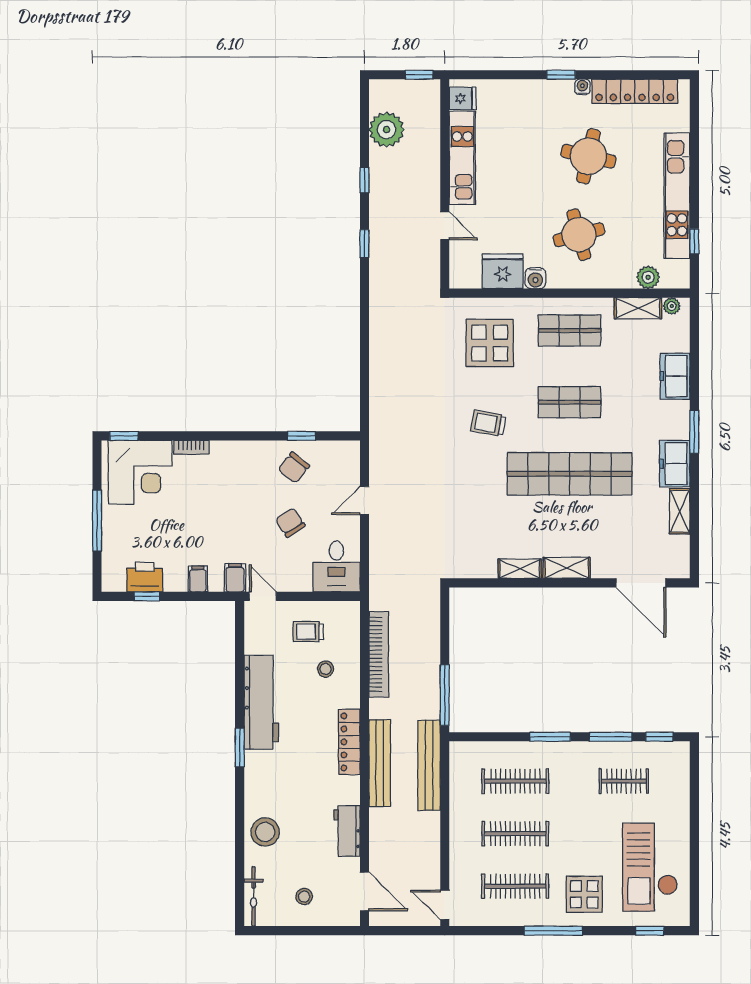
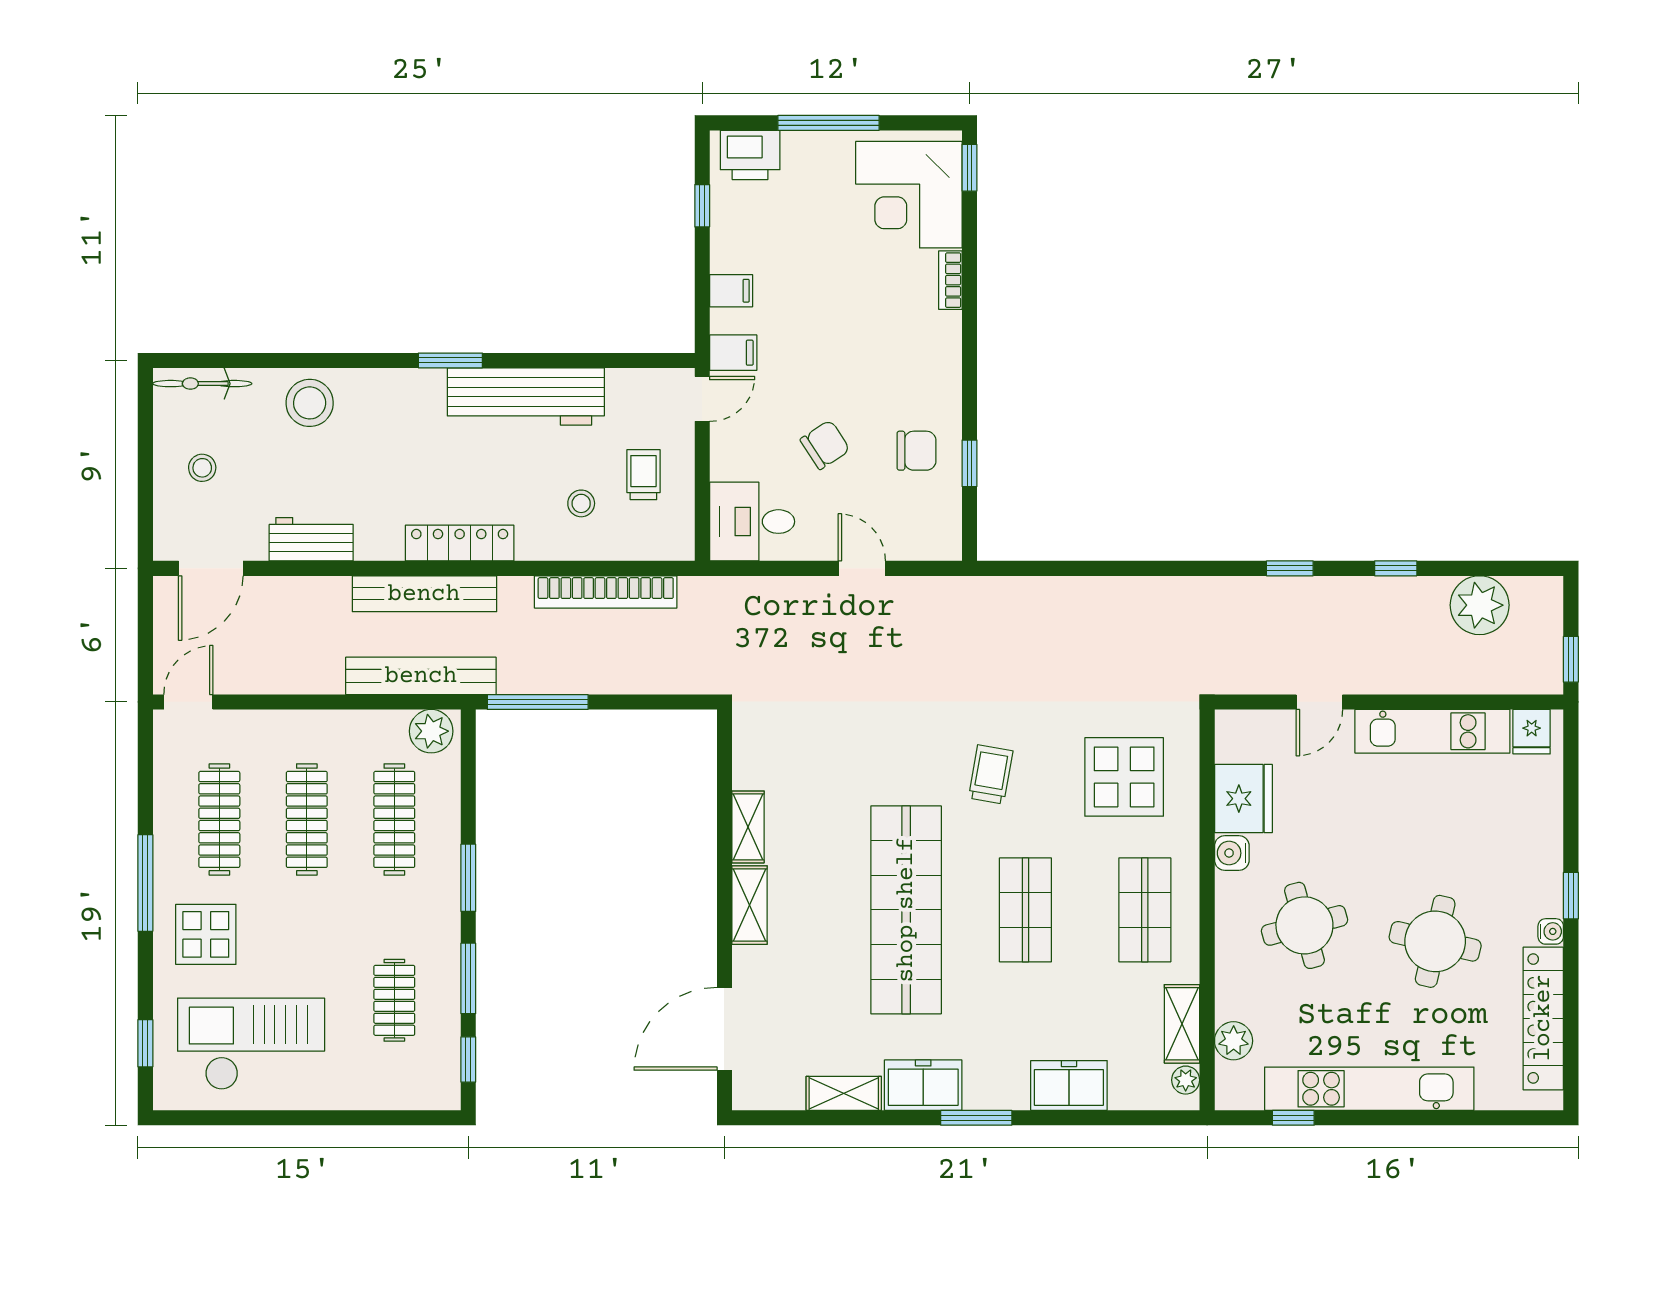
chair: (294, 468) -> (917, 451), turned 142
printer: (145, 577) -> (750, 155), moved, turned 90
plant: (462, 759) -> (431, 731), added

